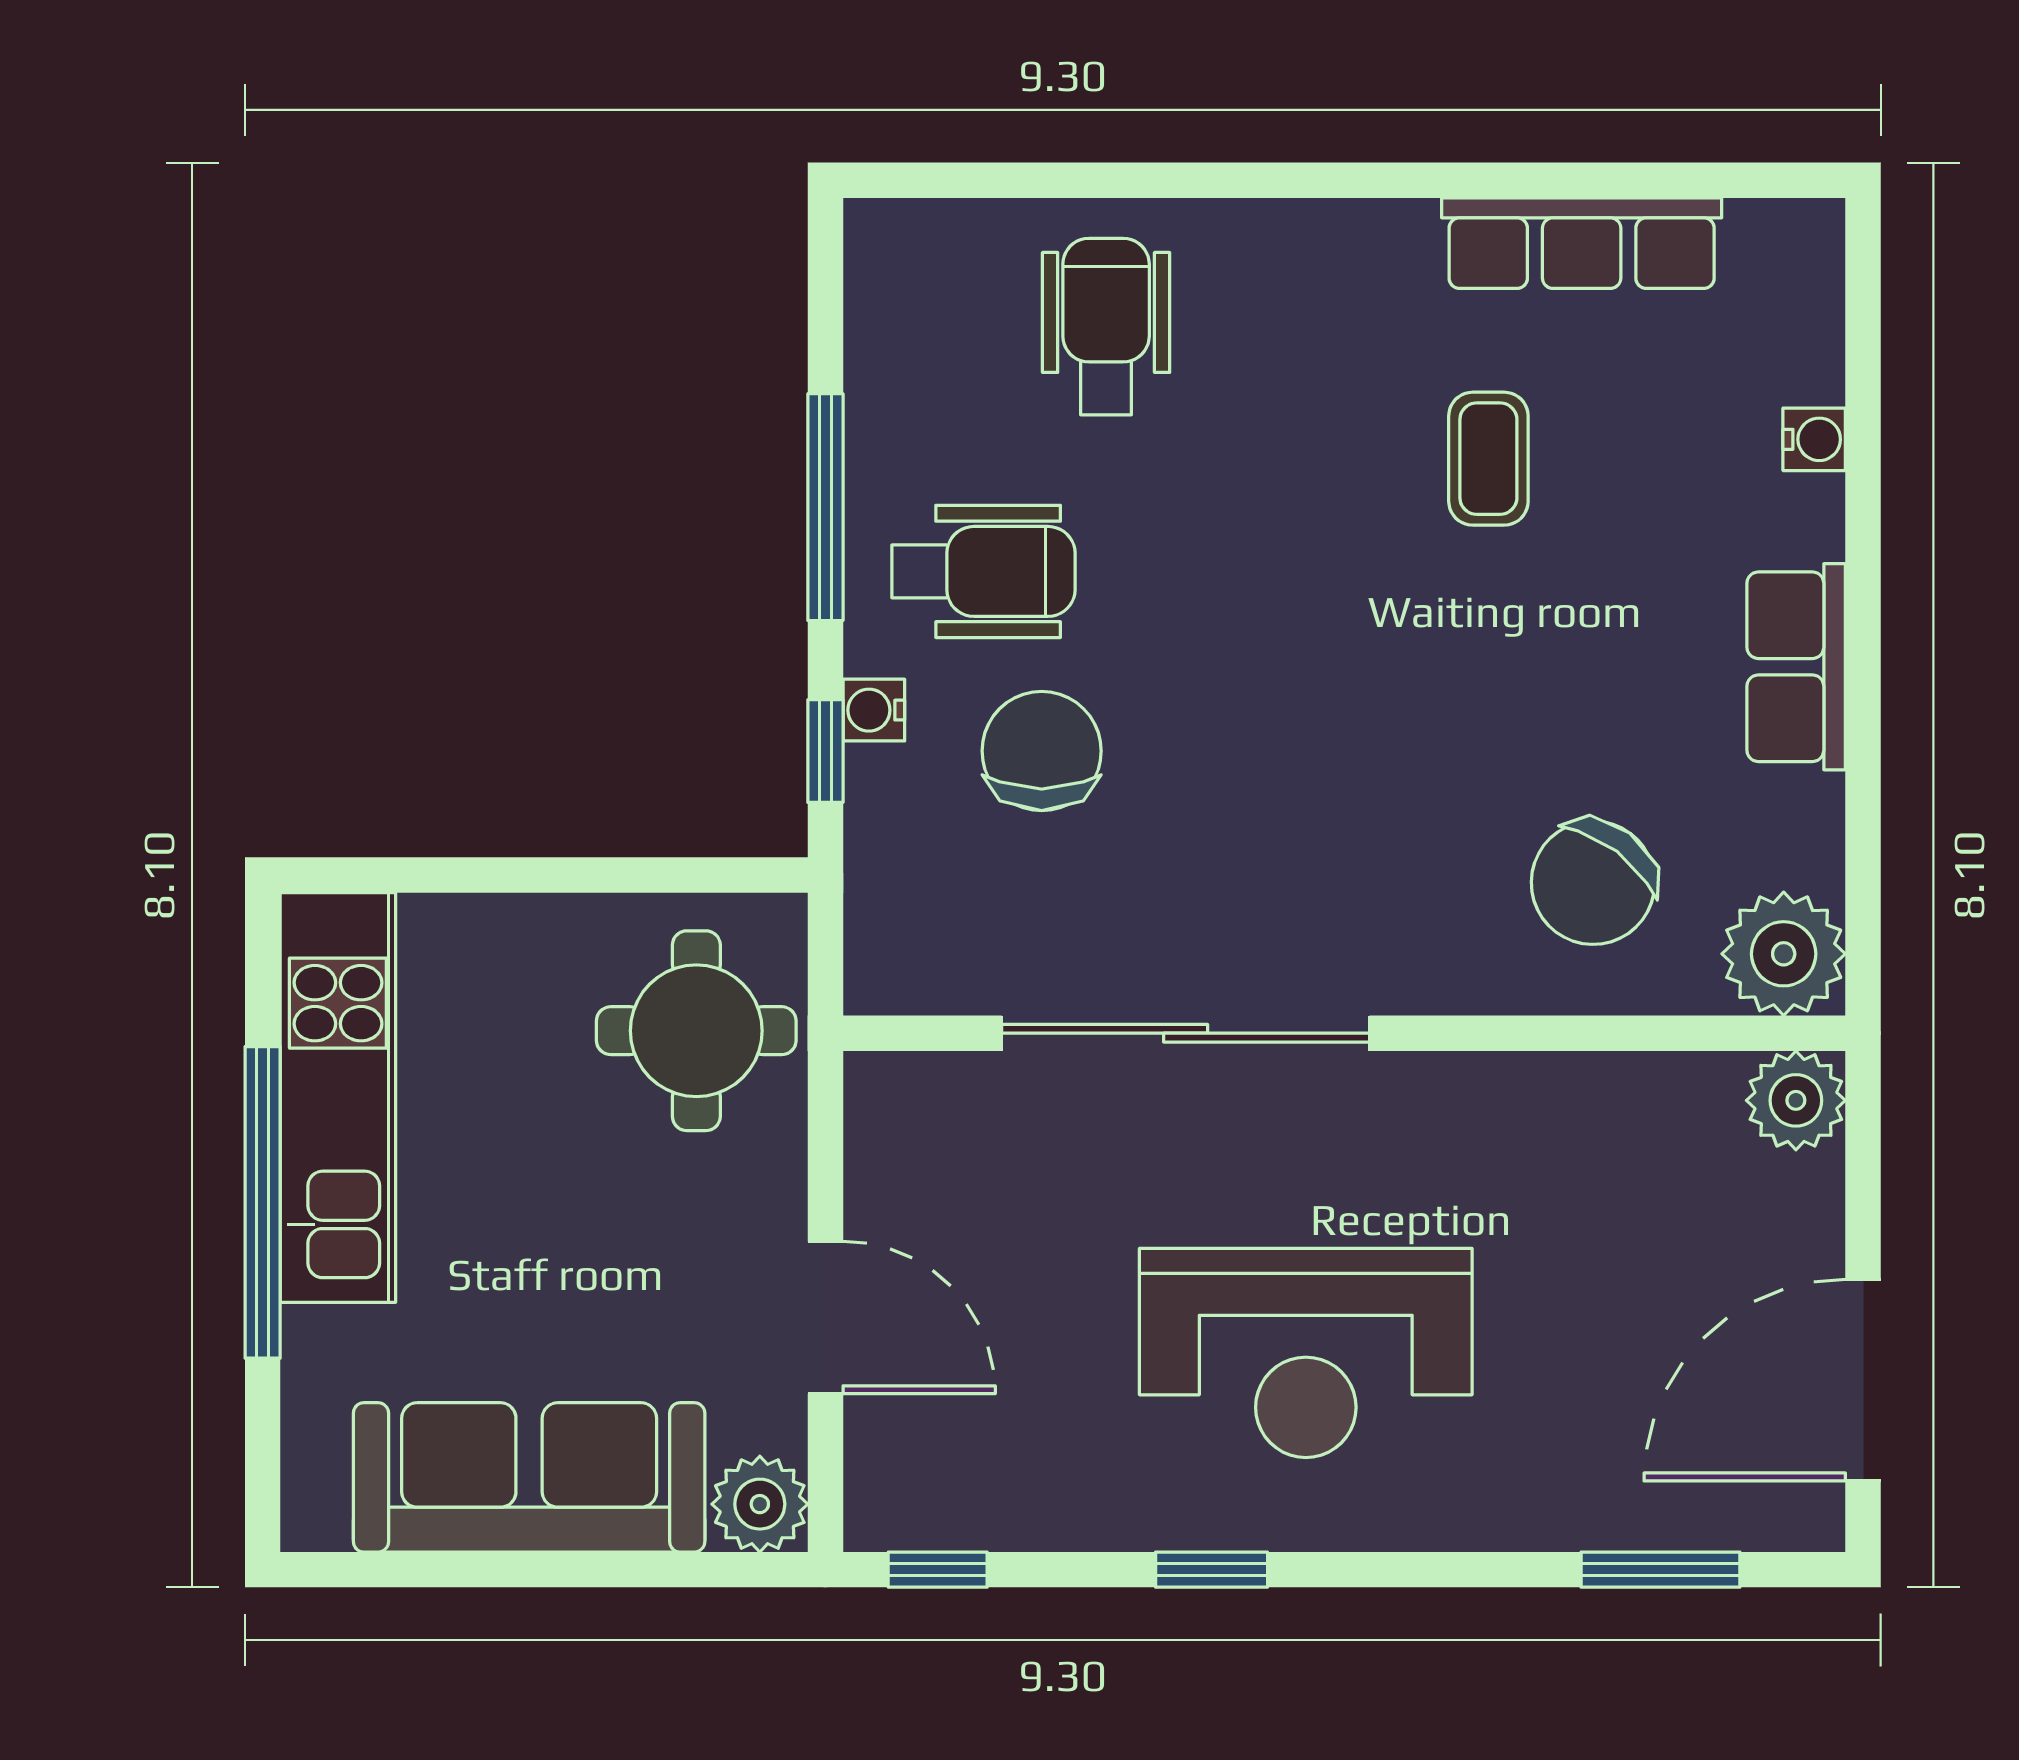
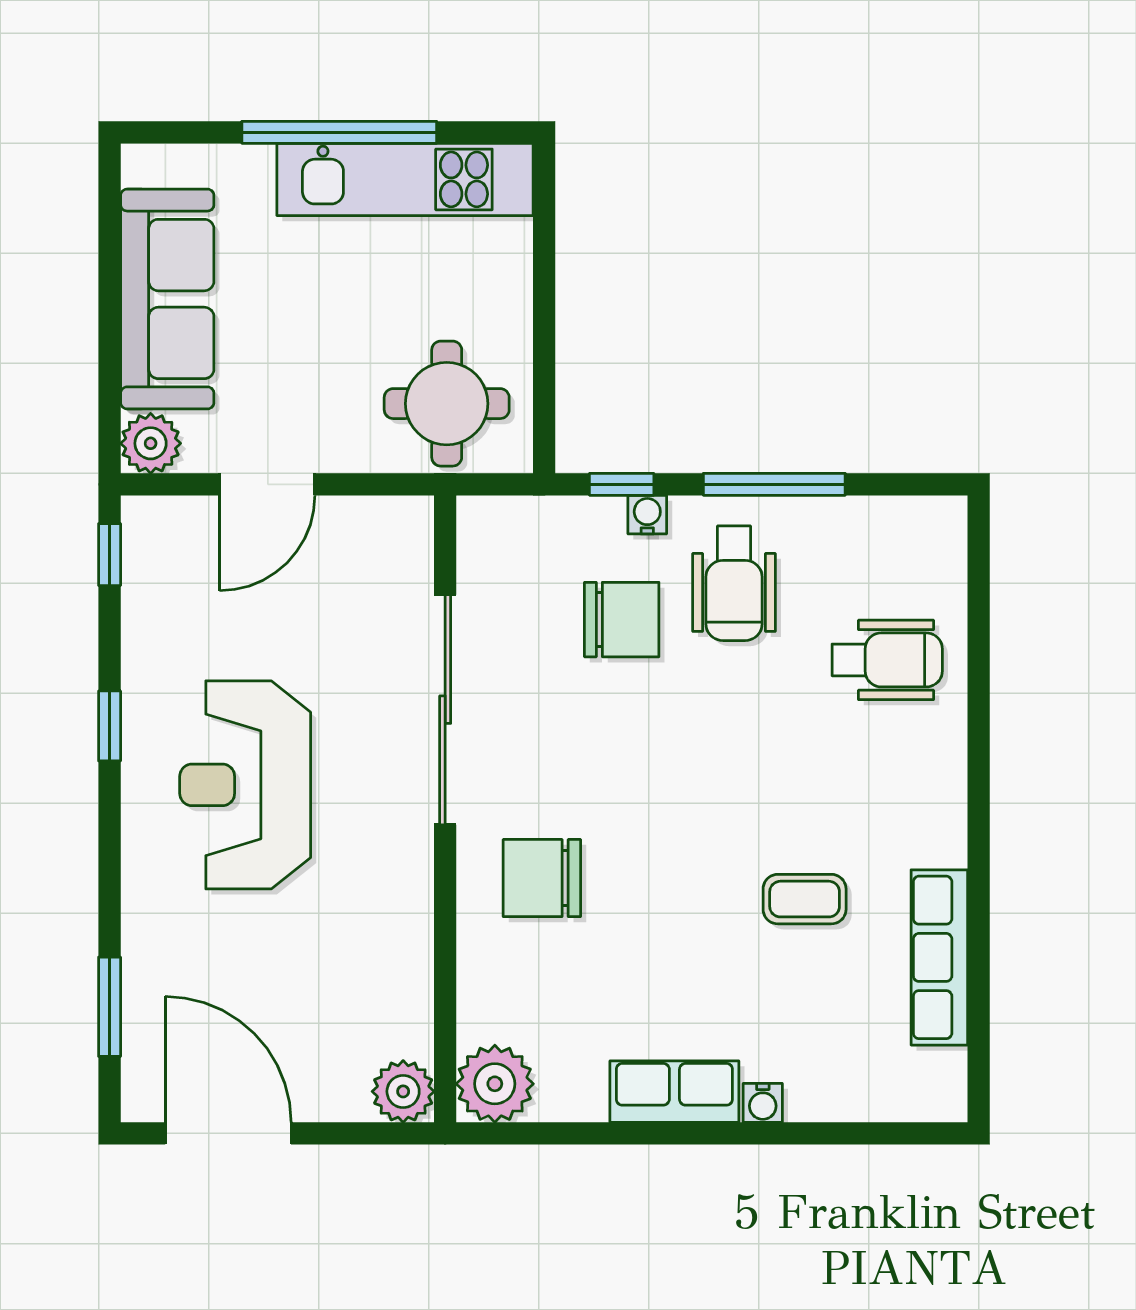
water cooler: (1814, 439) -> (763, 1103), moved
chair: (1593, 883) -> (542, 878), moved, turned -37

